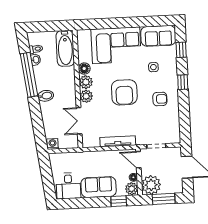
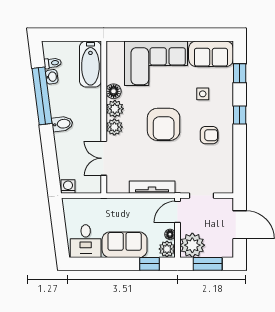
door: (138, 160) -> (178, 212), hinge flipped

